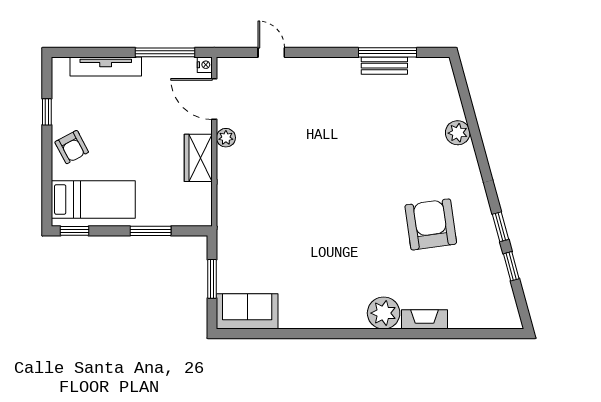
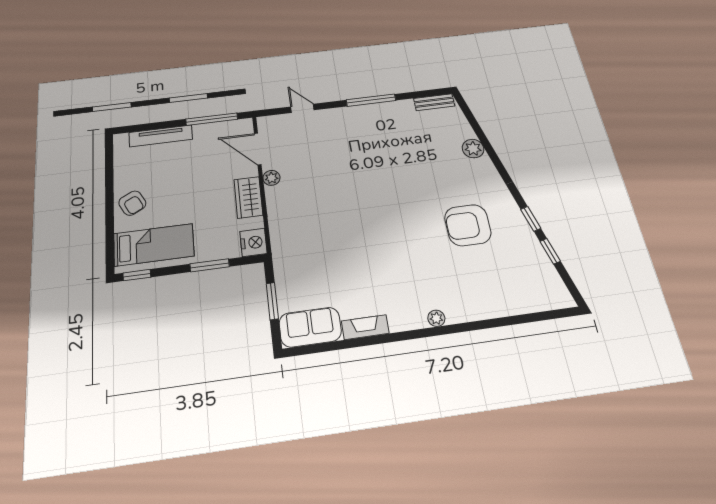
window: (387, 52) -> (371, 100), moved
nightstand: (205, 65) -> (253, 242), moved, width x1.89, depth x1.79
bench: (384, 66) -> (434, 102), moved
window: (47, 112) -> (109, 177), removed
armchair: (431, 224) -> (468, 225), turned -82
plant: (384, 313) -> (436, 318), width x0.53, depth x0.53
fireplace: (425, 319) -> (365, 327), moved

